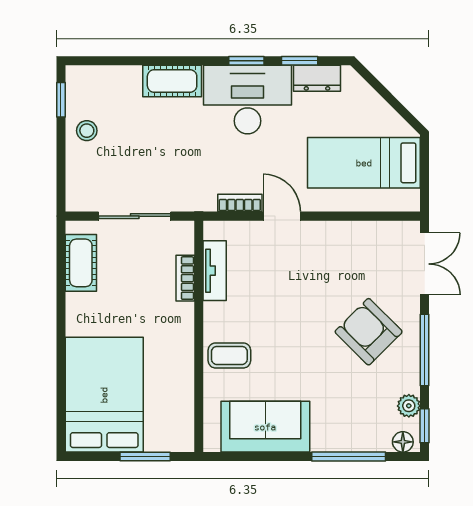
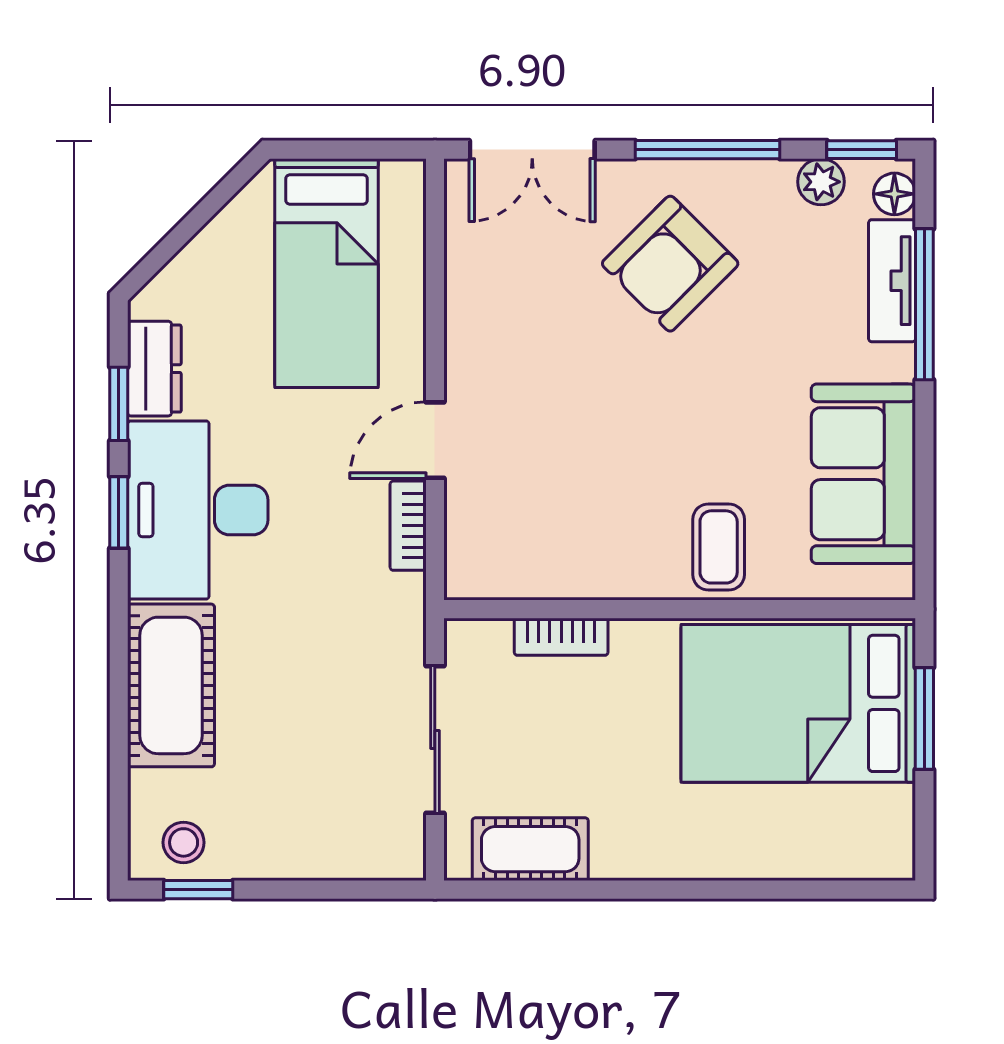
cot: (172, 81) -> (171, 685), width x1.37, depth x1.34
stool: (87, 131) -> (184, 842), moved
double door: (425, 264) -> (532, 150), swing flipped
tv unit: (215, 271) -> (892, 281), moved, turned -90
bed: (104, 395) -> (798, 703), moved

